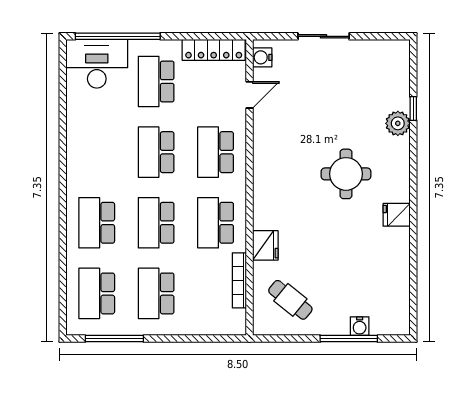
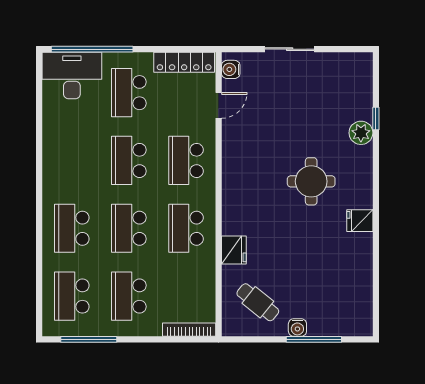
bookcase: (239, 280) -> (189, 330), moved, turned 90
water cooler: (360, 326) -> (297, 328), moved

